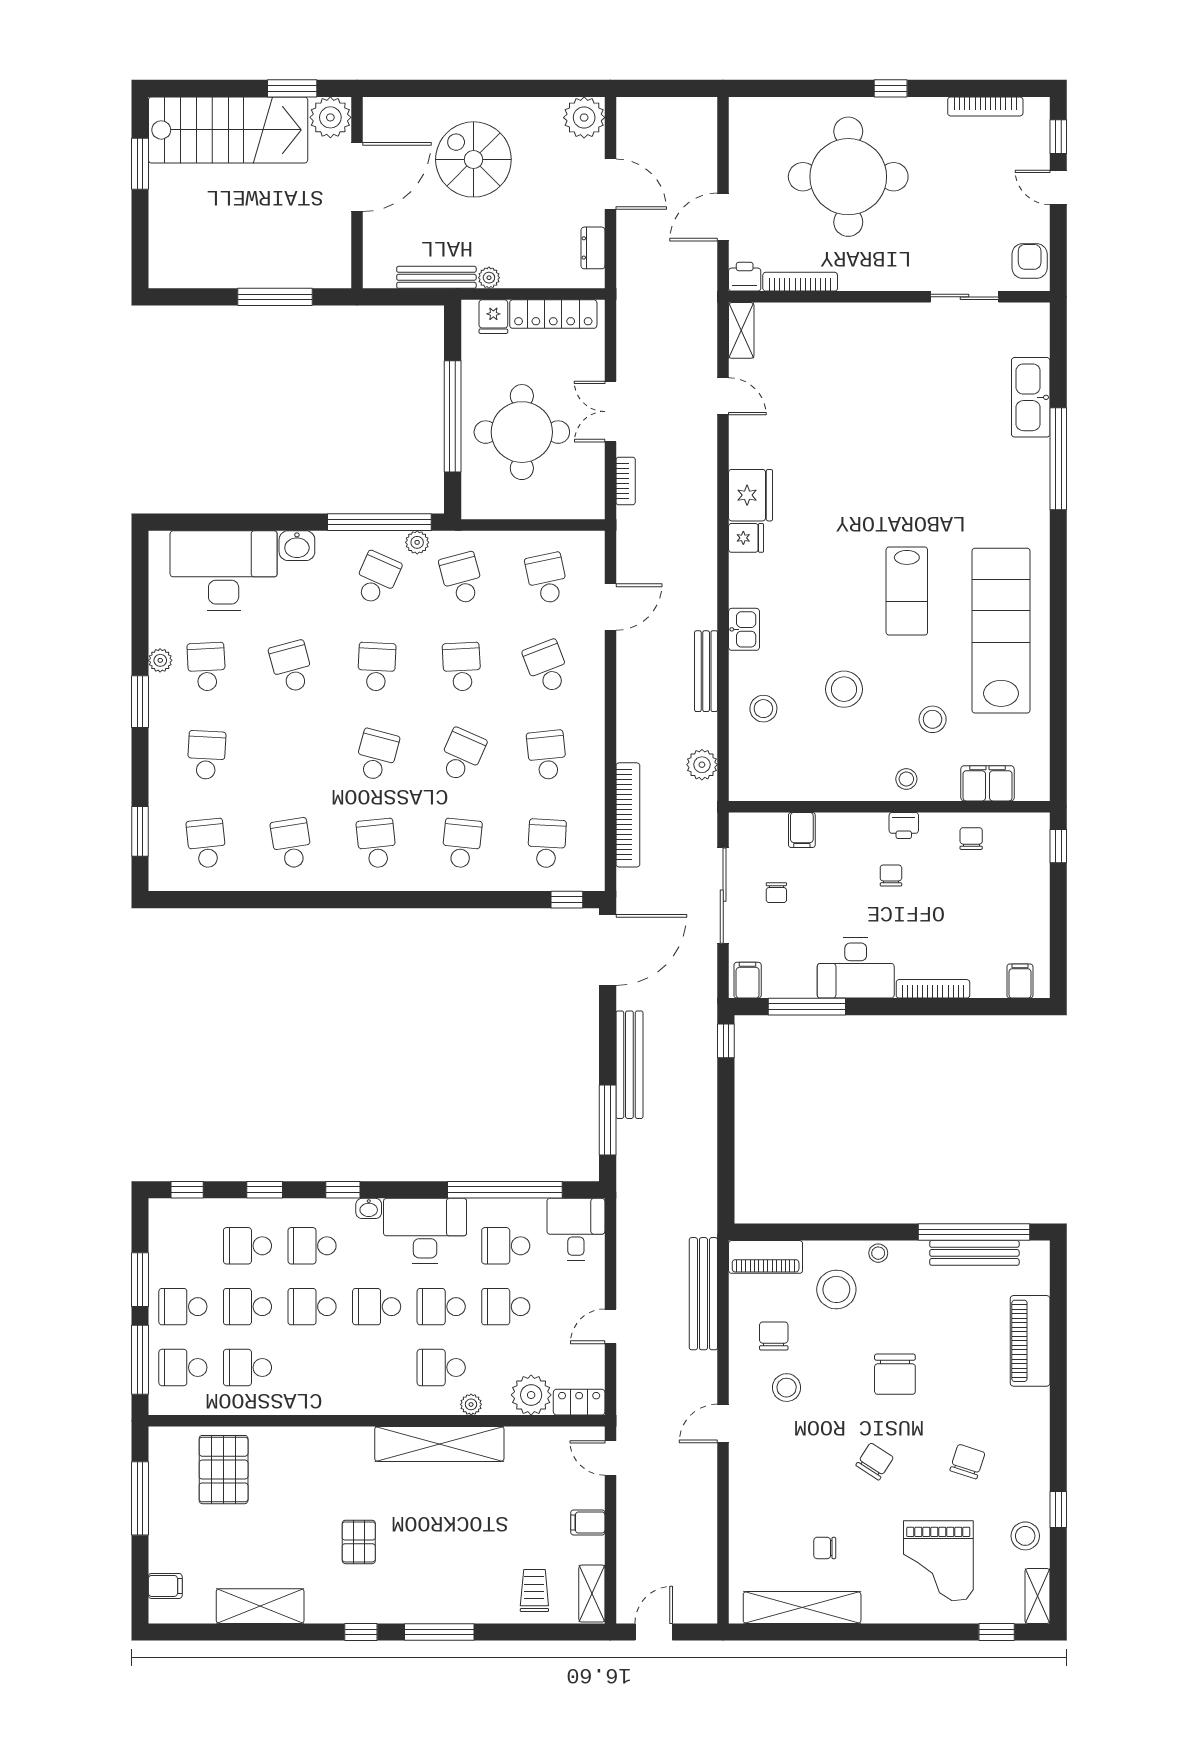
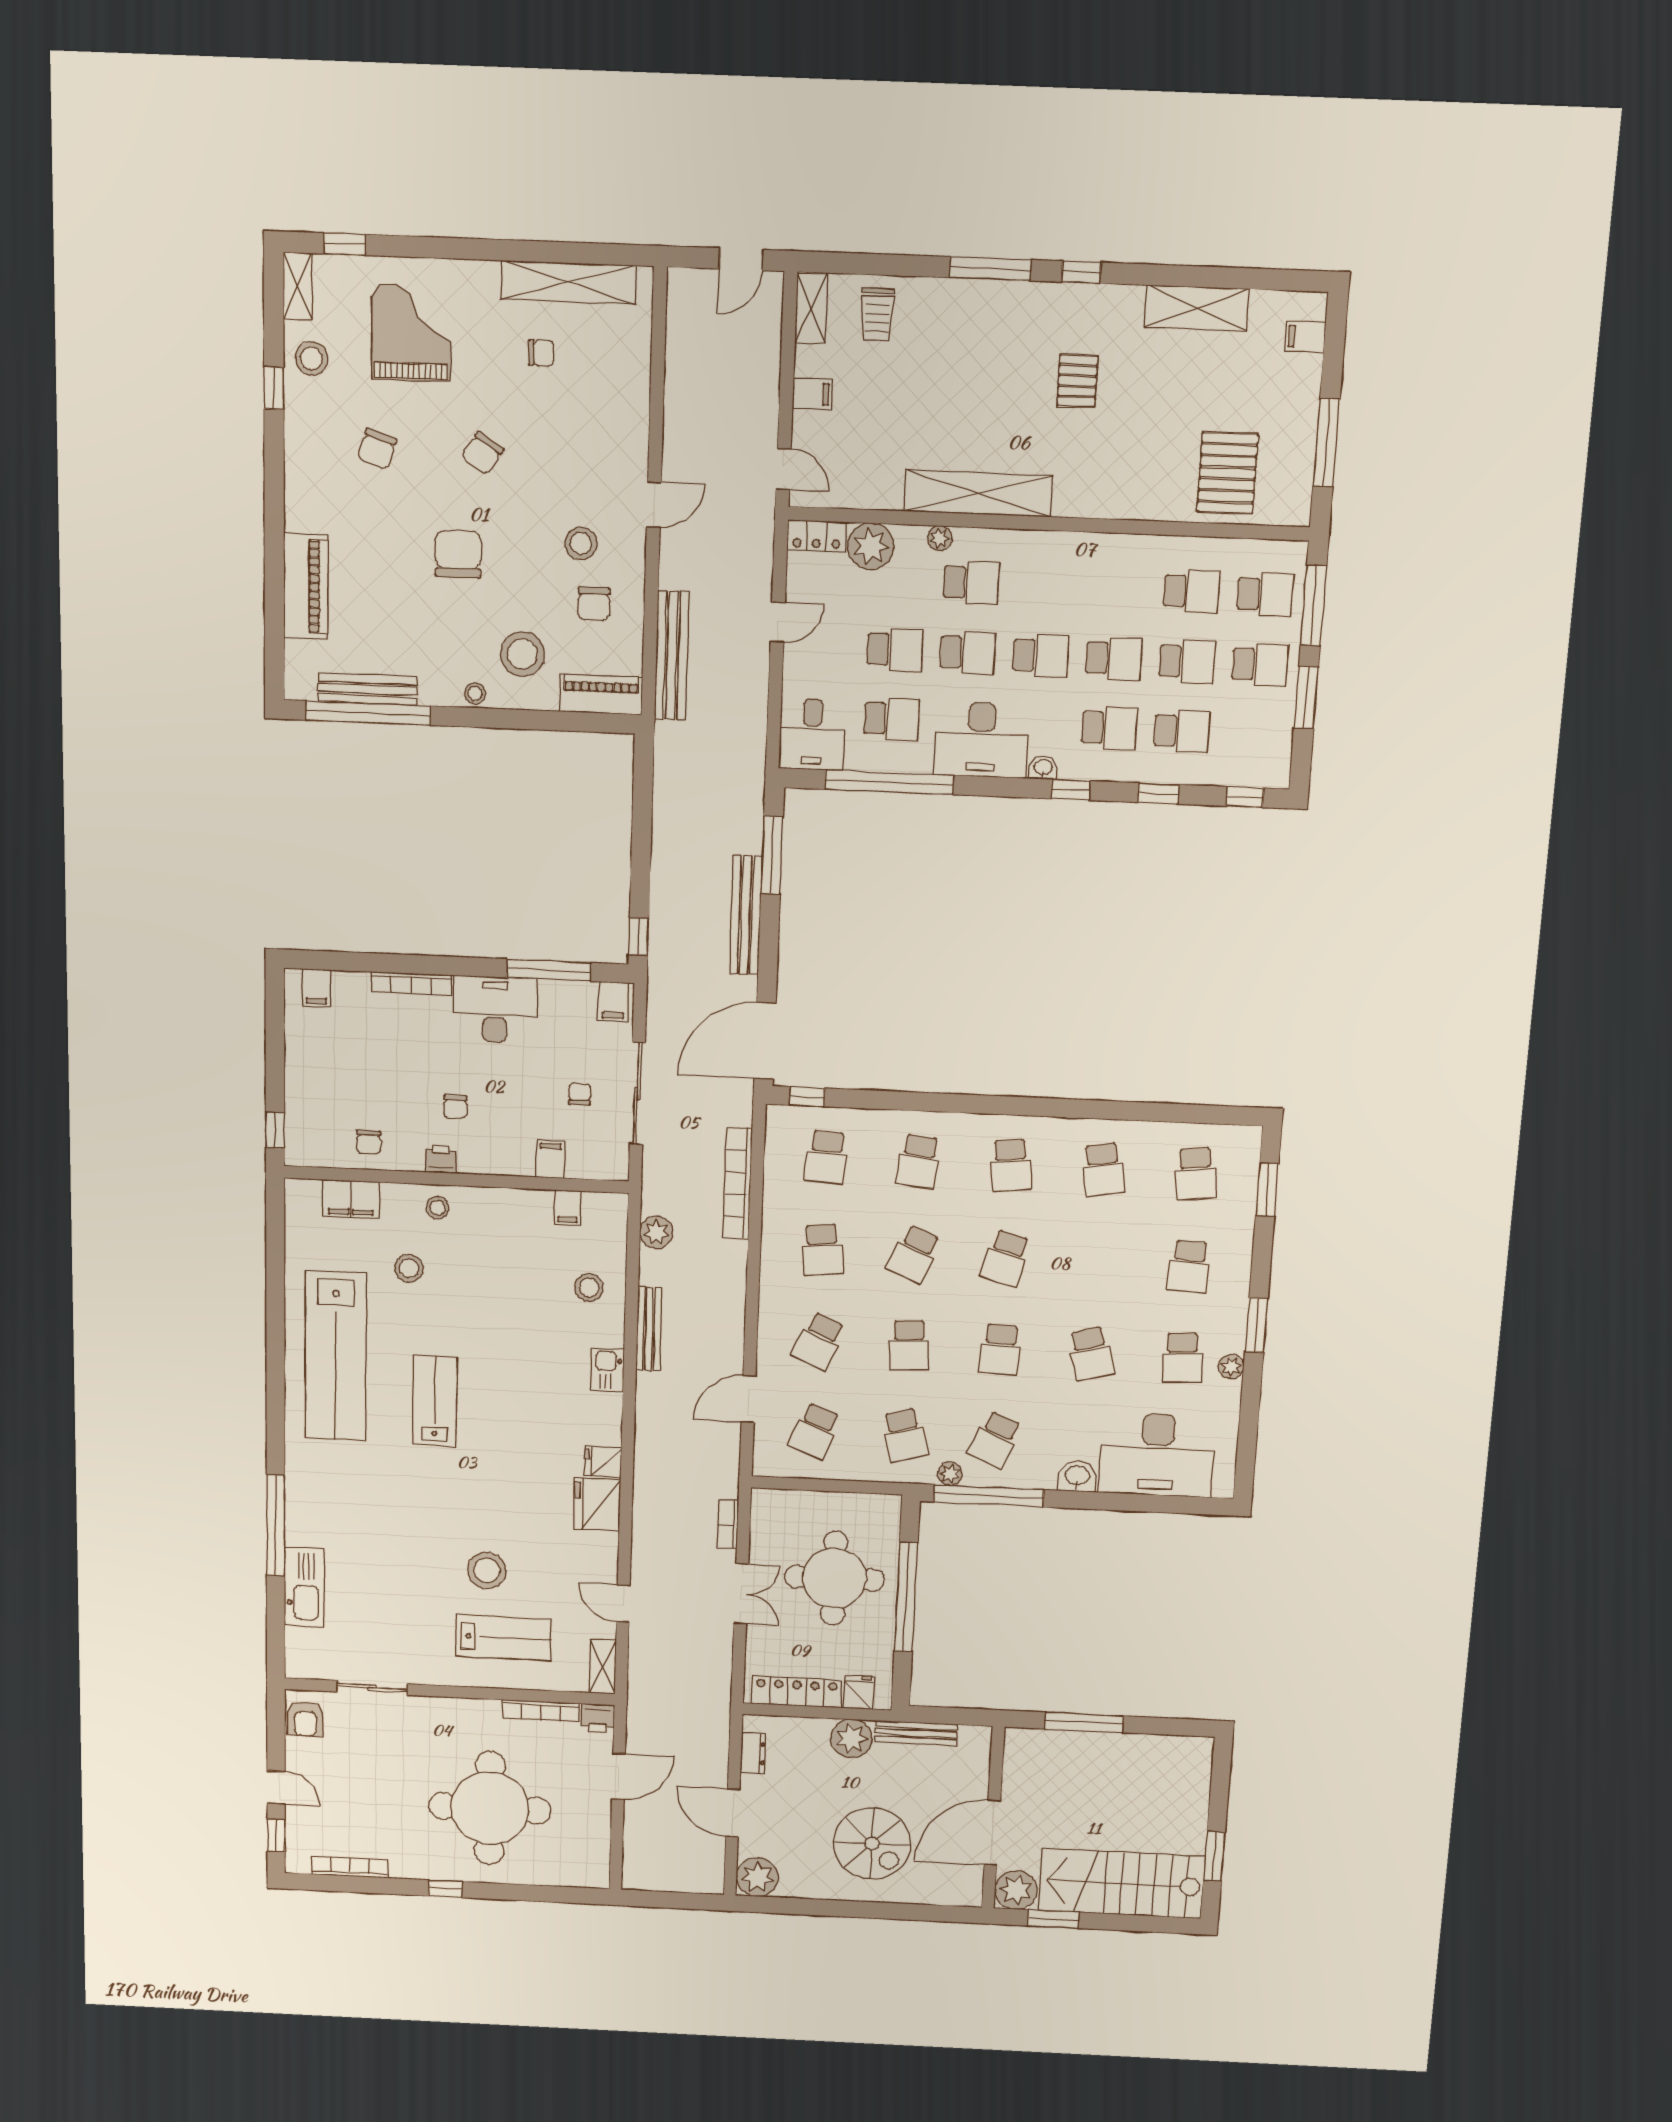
plant: (489, 278) -> (851, 1739), width x1.87, depth x1.87
lab bench: (838, 355) -> (504, 1638), added
school desk: (547, 578) -> (815, 1431), turned 33
school desk: (547, 667) -> (819, 1341), turned 45
stool: (844, 689) -> (487, 1570), moved
filing cabinet: (785, 785) -> (568, 1208), added

